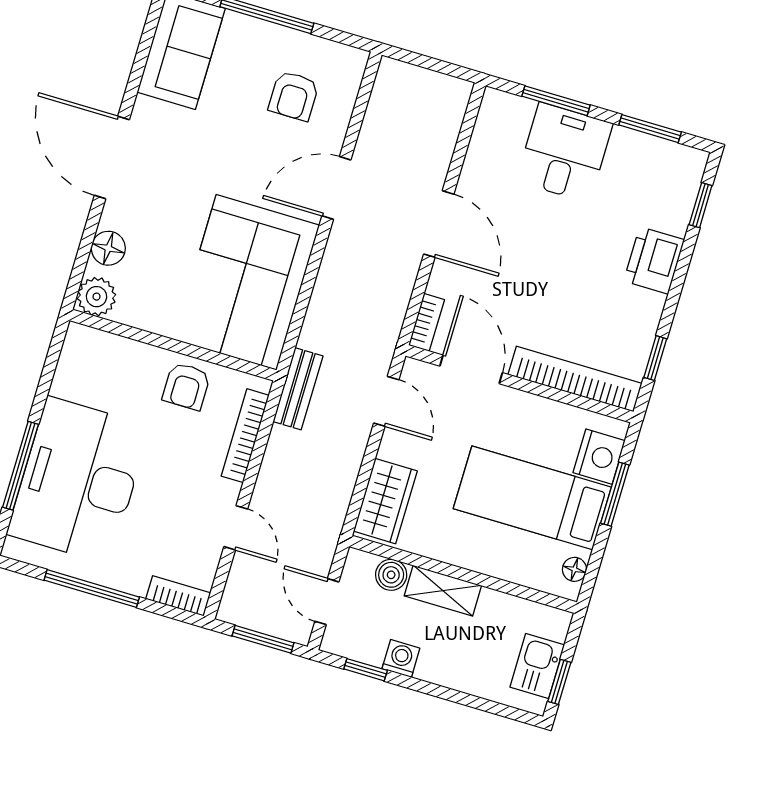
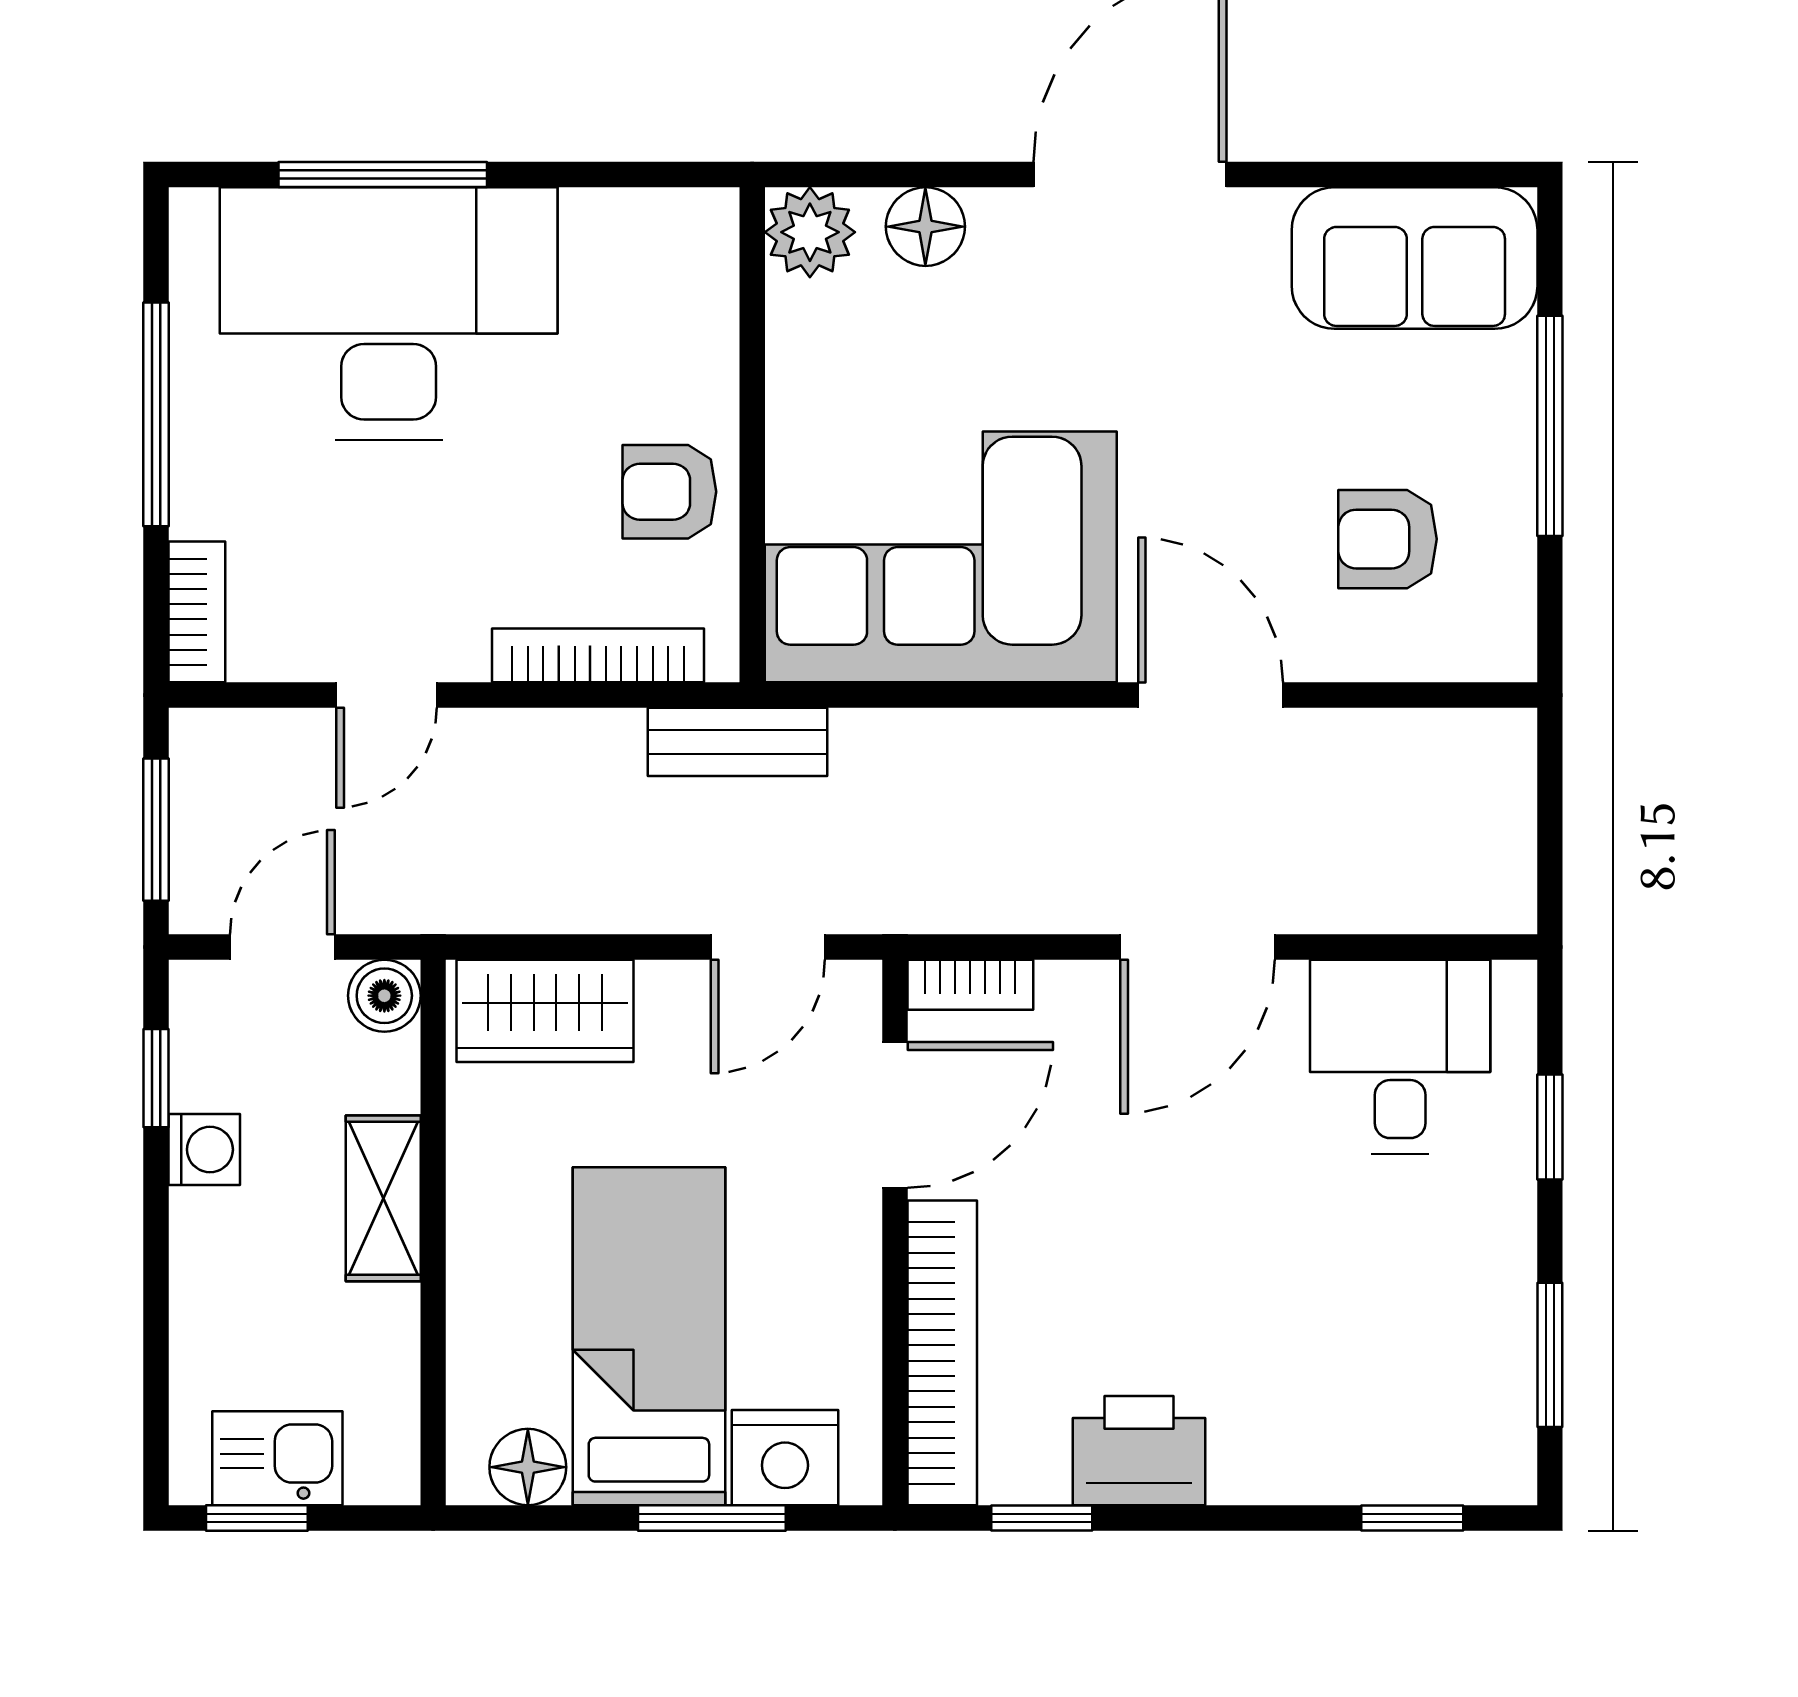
window: (556, 101) -> (1550, 1127), width x0.67
desk: (565, 152) -> (1400, 1057), moved, turned -90
printer: (654, 260) -> (1139, 1451), moved
floor lamp: (574, 569) -> (528, 1467), width x1.37, depth x1.37
boiler: (391, 575) -> (384, 996), moved

